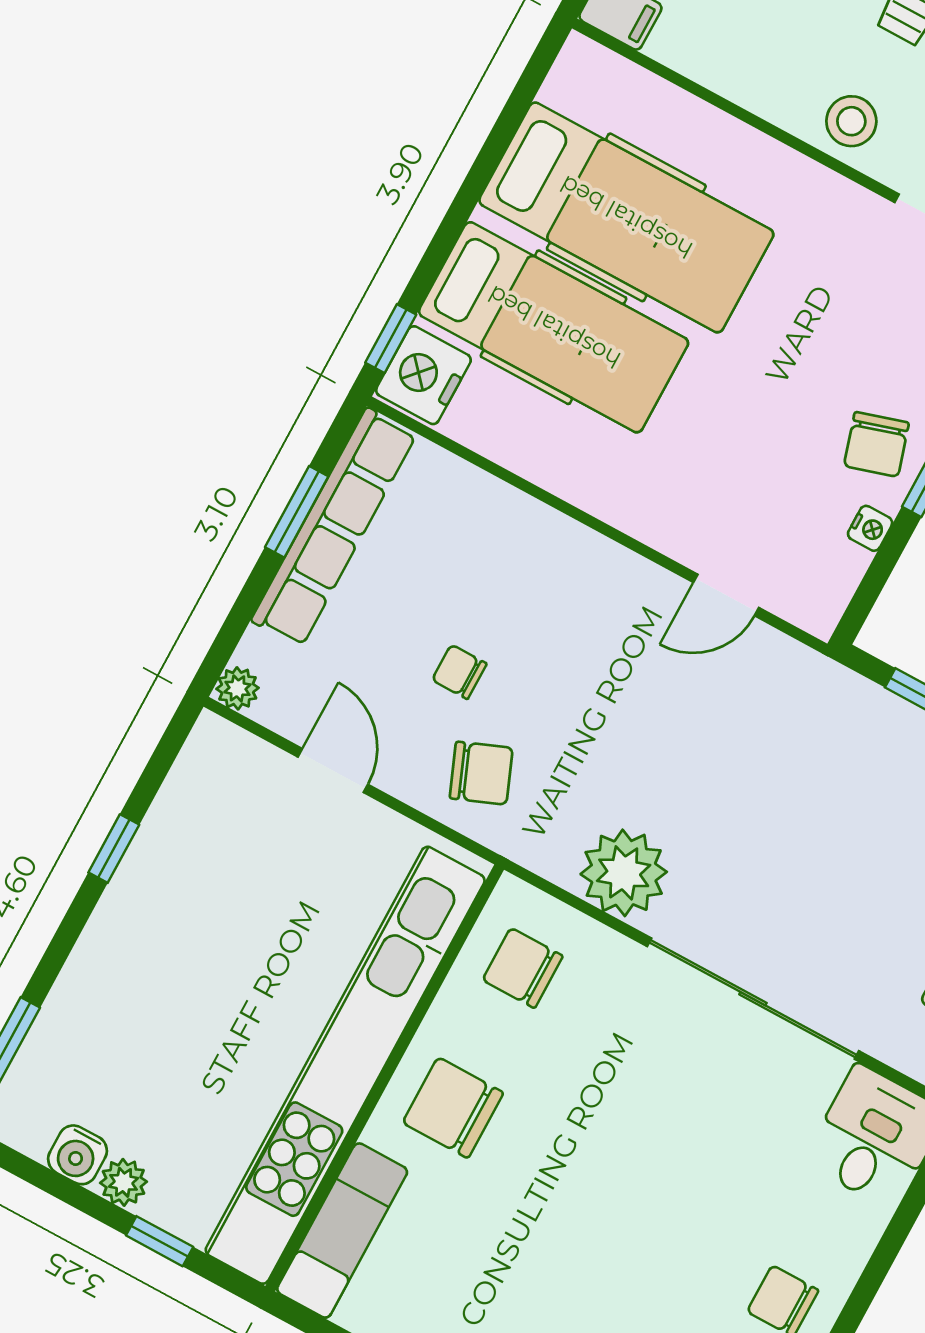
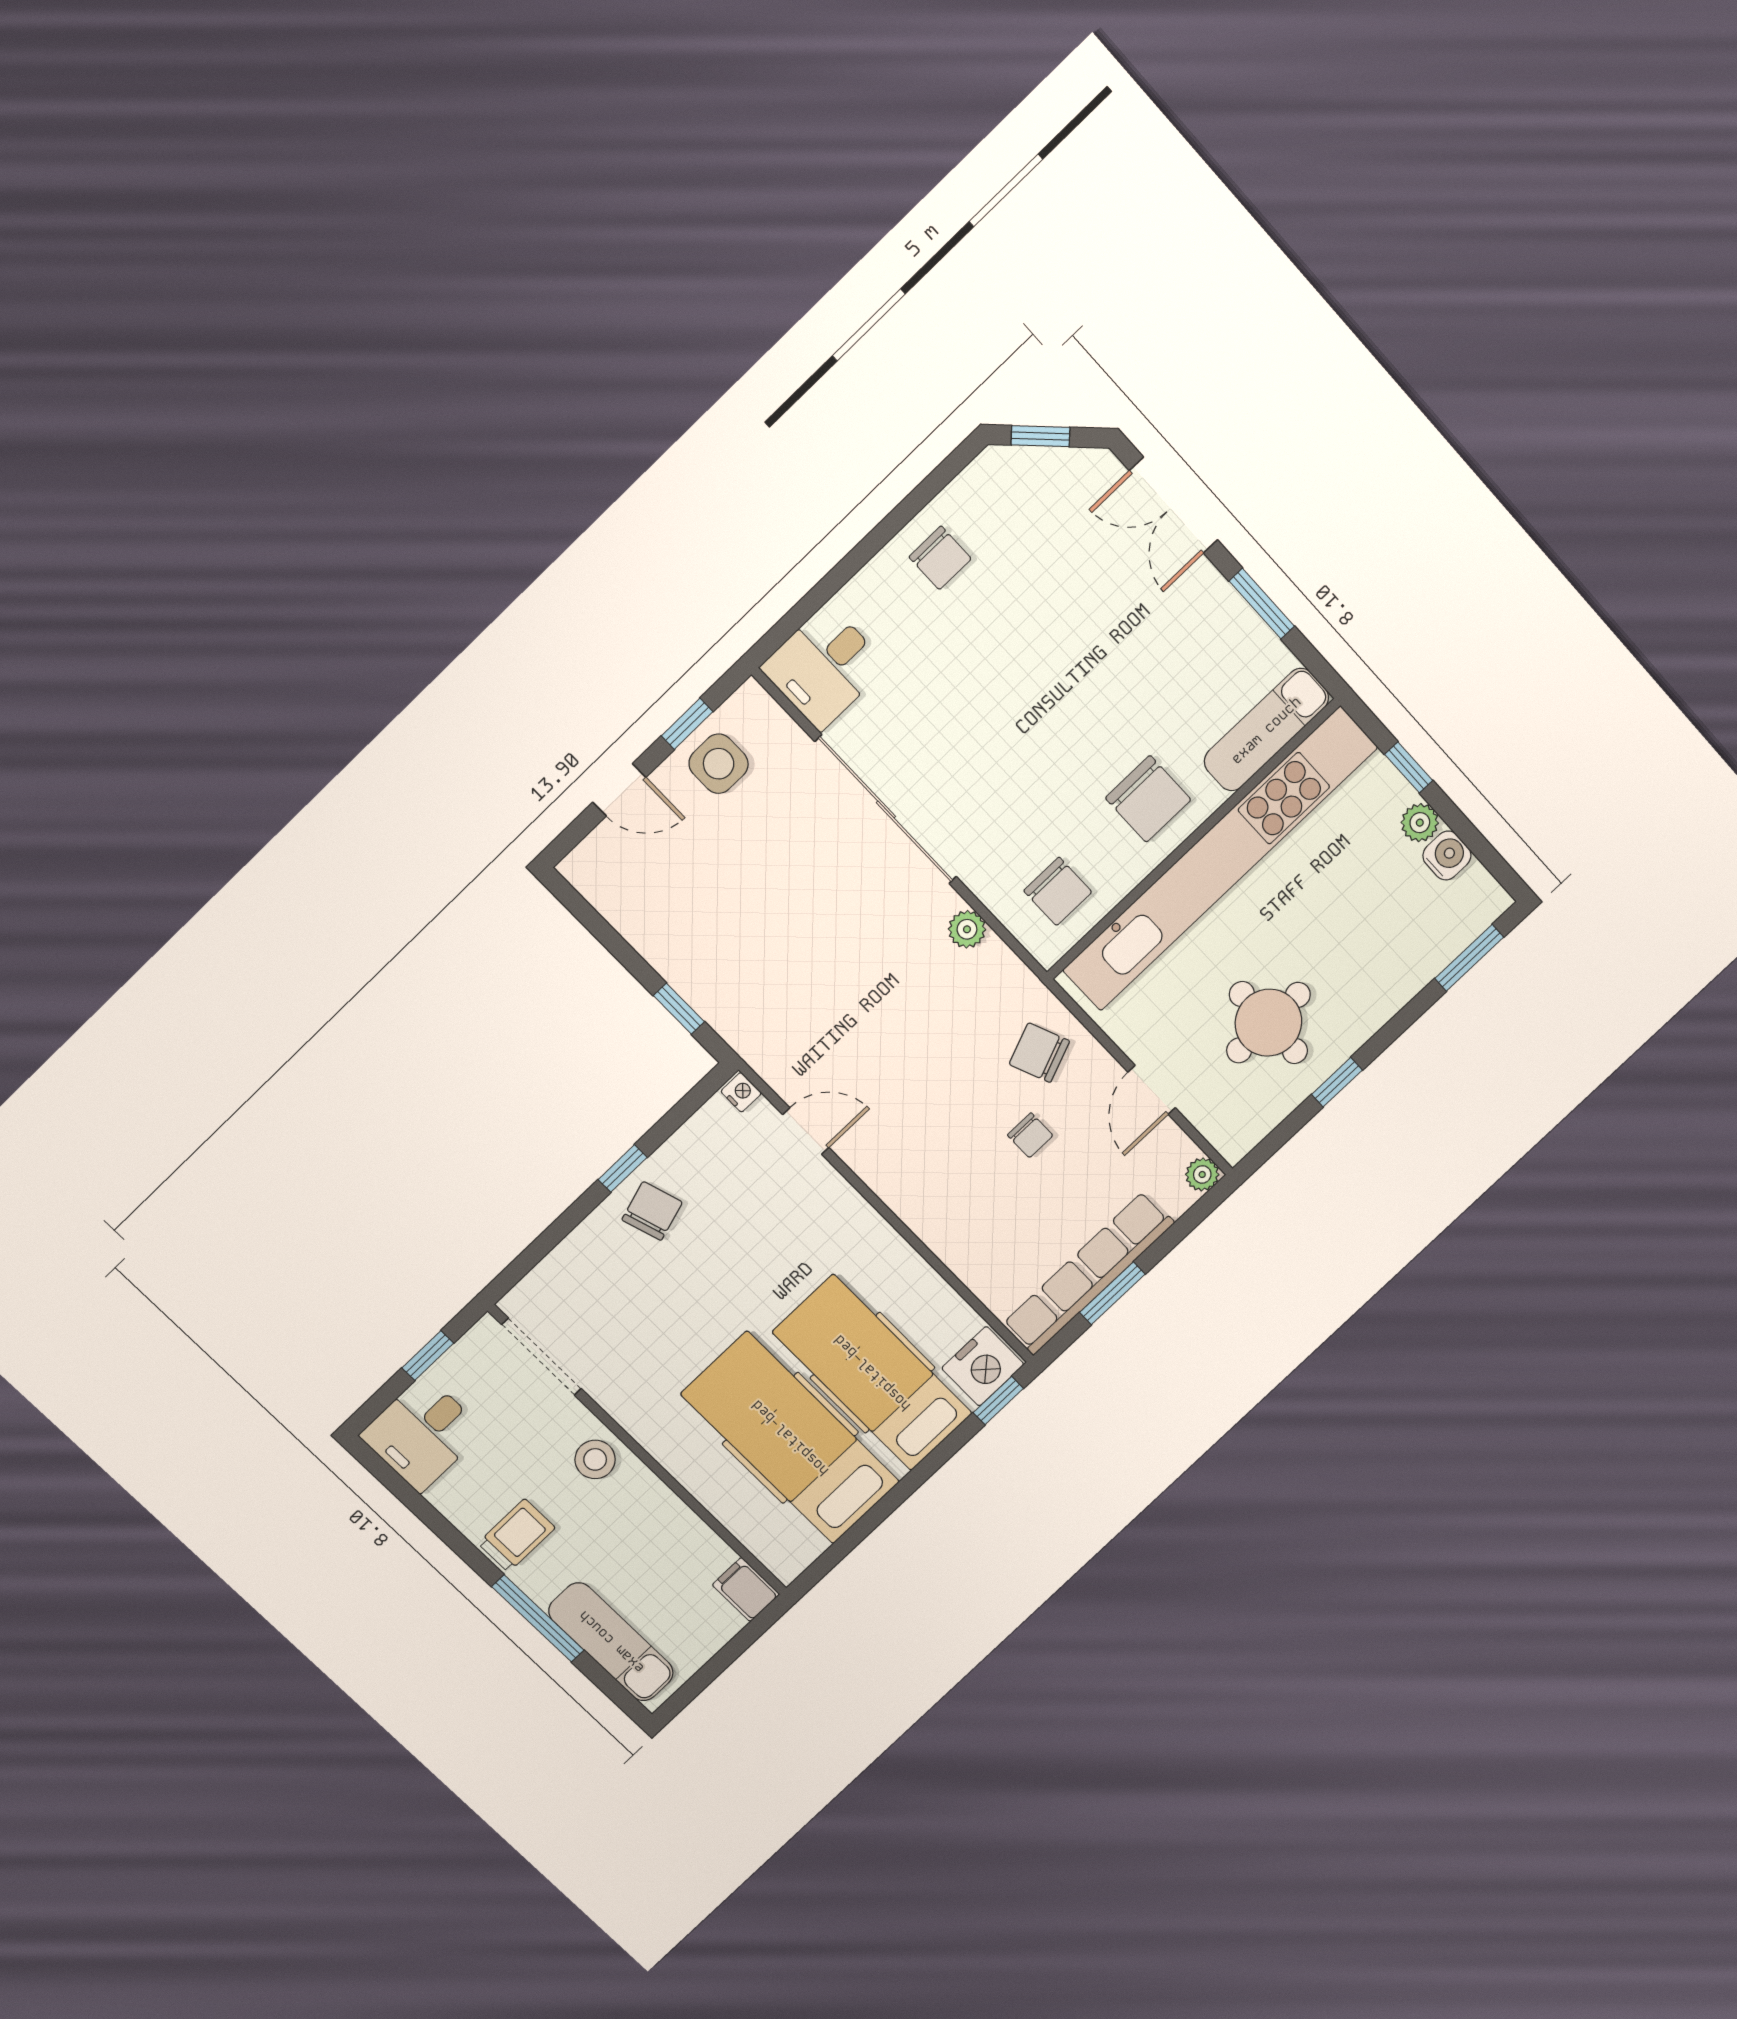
nightstand: (870, 528) -> (741, 1092), moved, turned 90
plant: (624, 873) -> (967, 929), width x0.53, depth x0.53
round table: (221, 893) -> (1268, 1023), added

